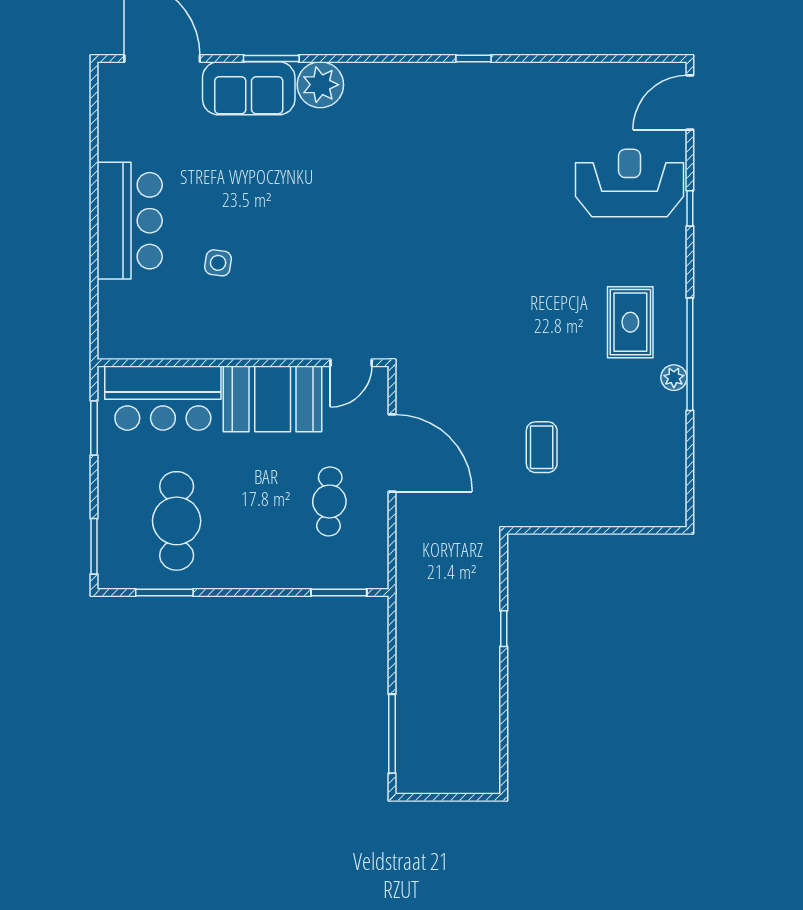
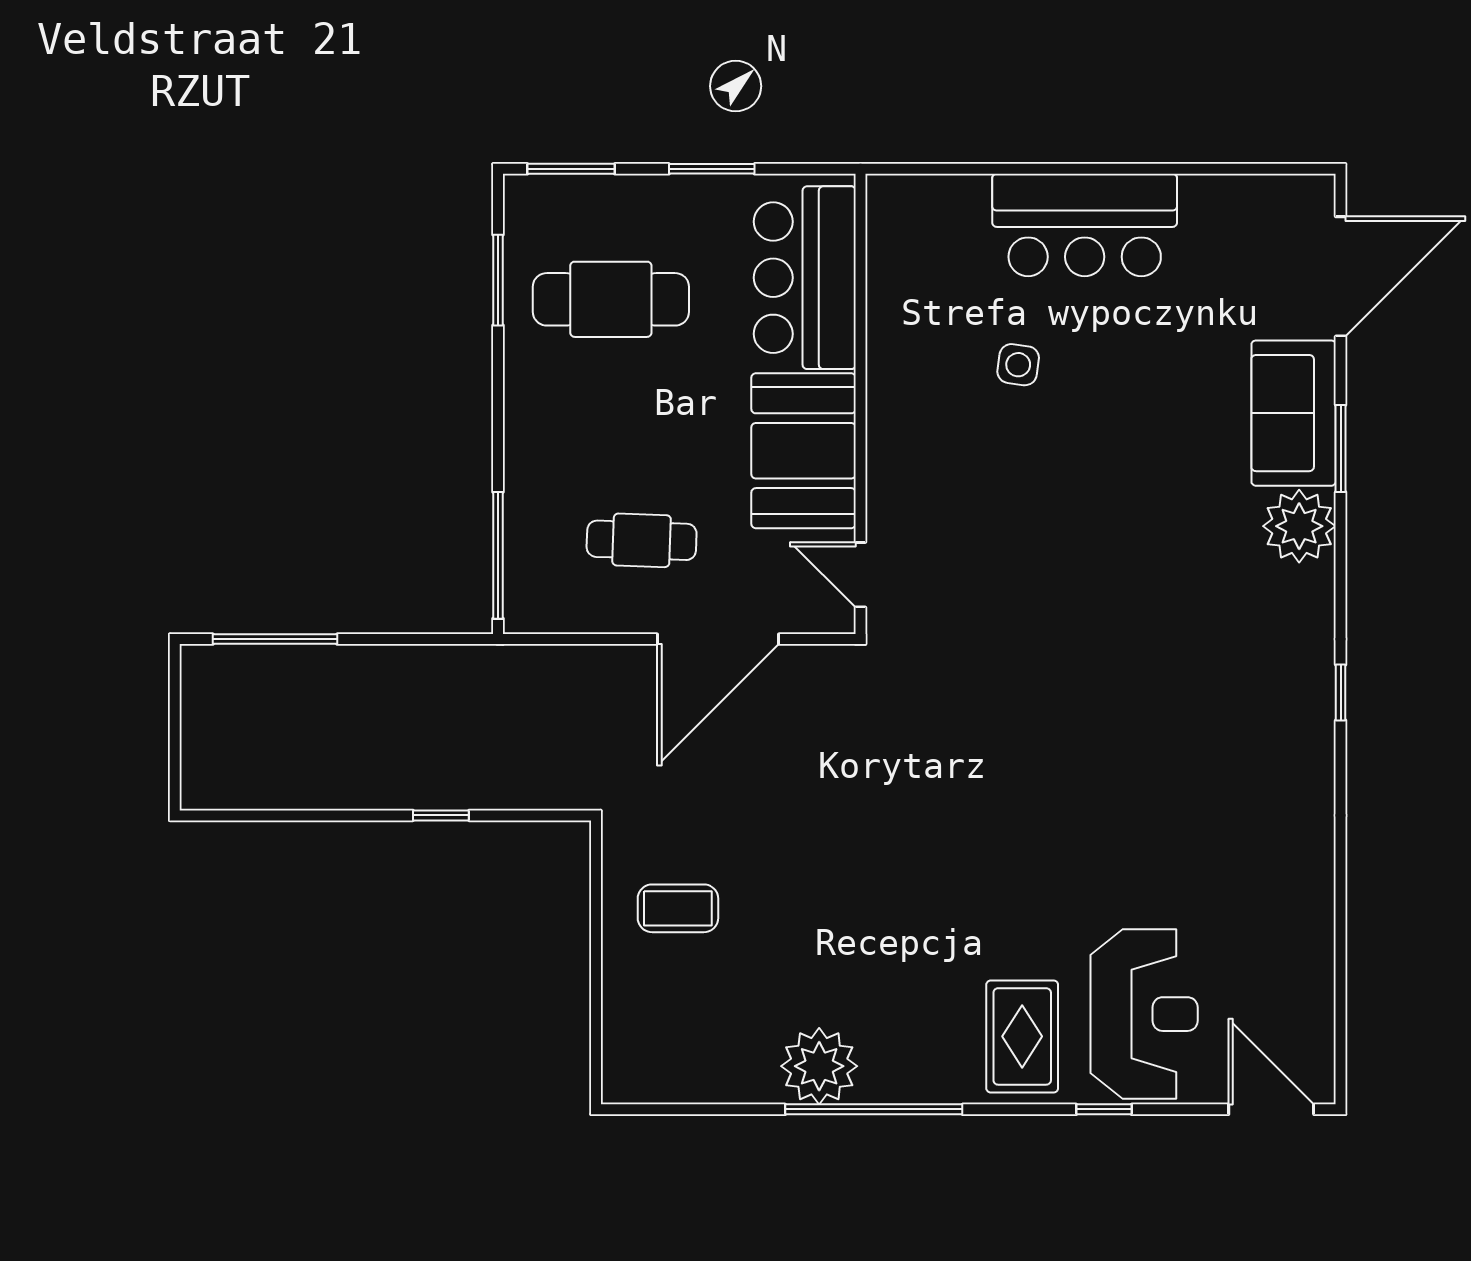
window: (474, 59) -> (1341, 692), moved
rug: (630, 322) -> (1022, 1036), moved, turned 90
plant: (674, 378) -> (819, 1066), width x1.87, depth x1.87
window: (94, 428) -> (712, 169), moved
coffee table: (542, 447) -> (678, 908), moved
window: (339, 592) -> (498, 555), width x1.44

